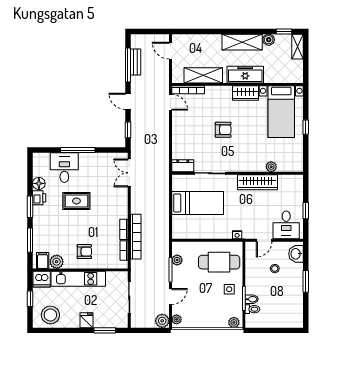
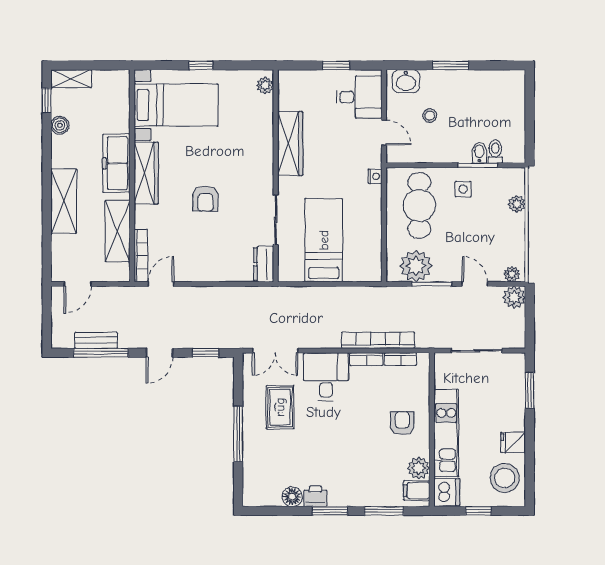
shelving: (242, 42) -> (64, 201), moved
wardrobe: (245, 93) -> (146, 173), width x1.50
armchair: (223, 130) -> (205, 199), turned 180
plant: (271, 167) -> (265, 85), moved
desk: (64, 168) -> (326, 377), moved, turned 90
rug: (76, 201) -> (280, 407), moved
plant: (177, 260) -> (416, 266), width x1.88, depth x1.88
fridge: (86, 320) -> (513, 442), moved
plant: (234, 322) -> (517, 204), moved

